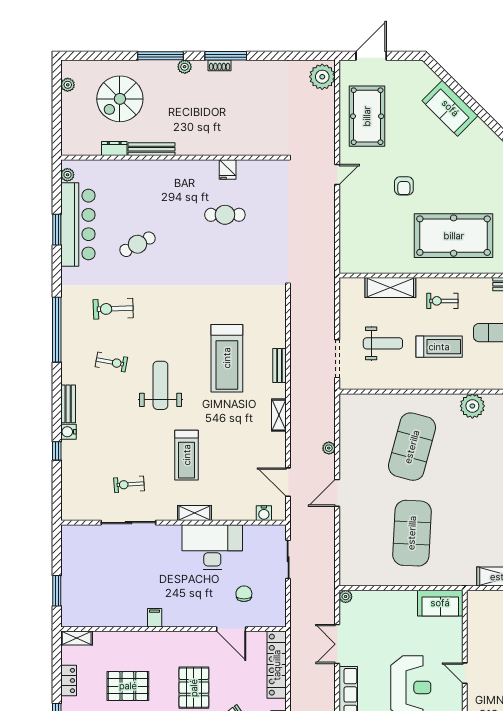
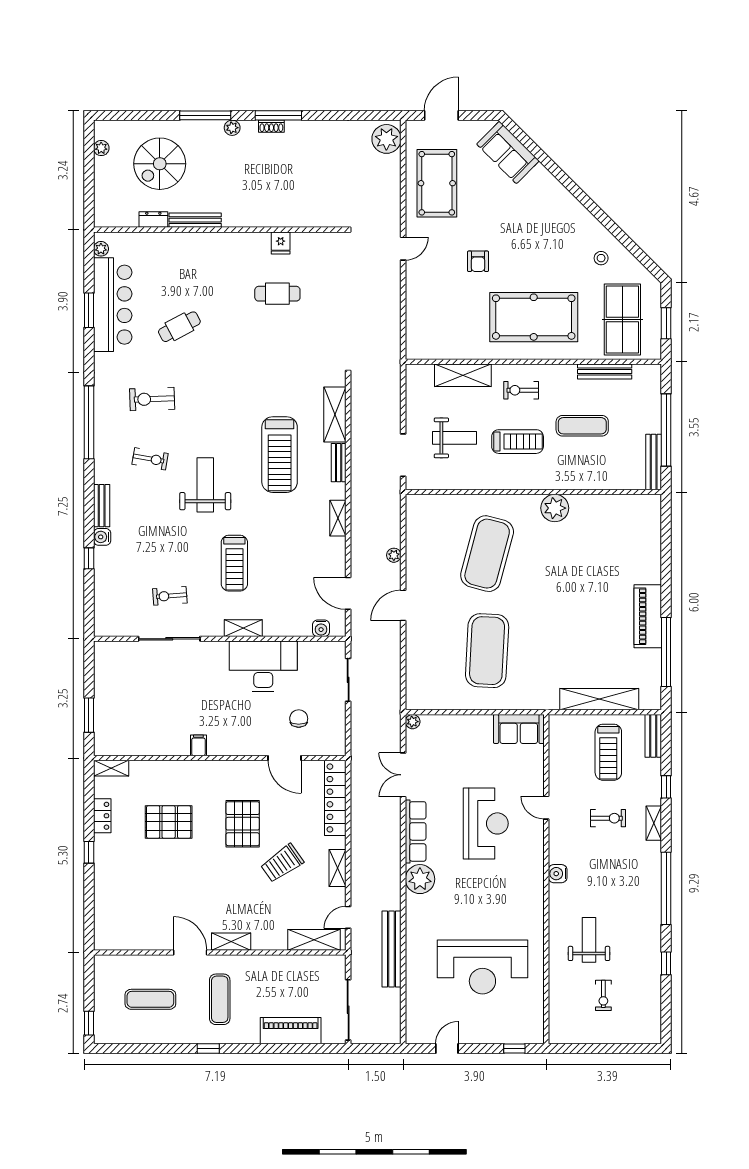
sofa: (450, 108) -> (508, 152), moved
shelving: (276, 322) -> (335, 414), added

